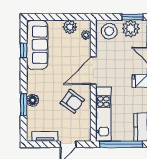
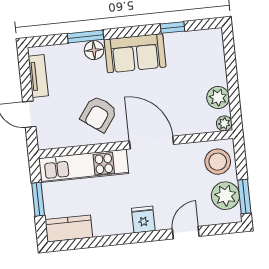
plant: (86, 35) -> (224, 123), moved
sofa: (37, 45) -> (135, 53), moved, width x0.73
window: (121, 144) -> (38, 199), width x0.47

